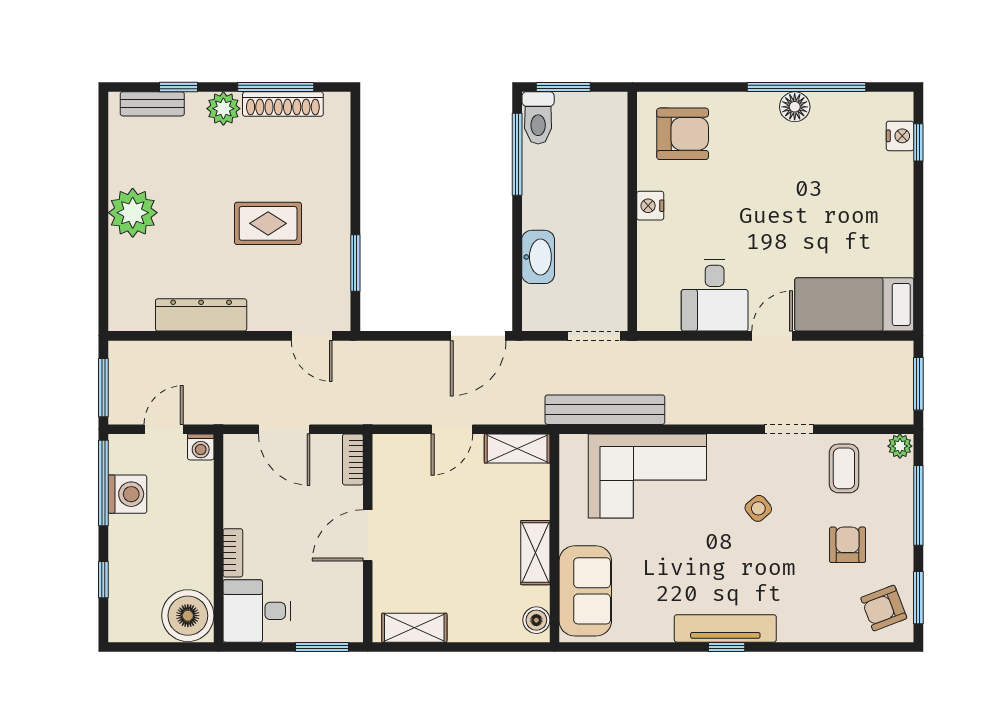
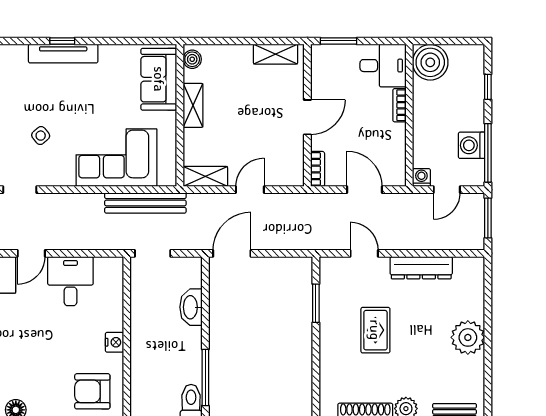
rug: (268, 223) -> (375, 330), turned 90
door: (312, 336) -> (364, 253), moved

